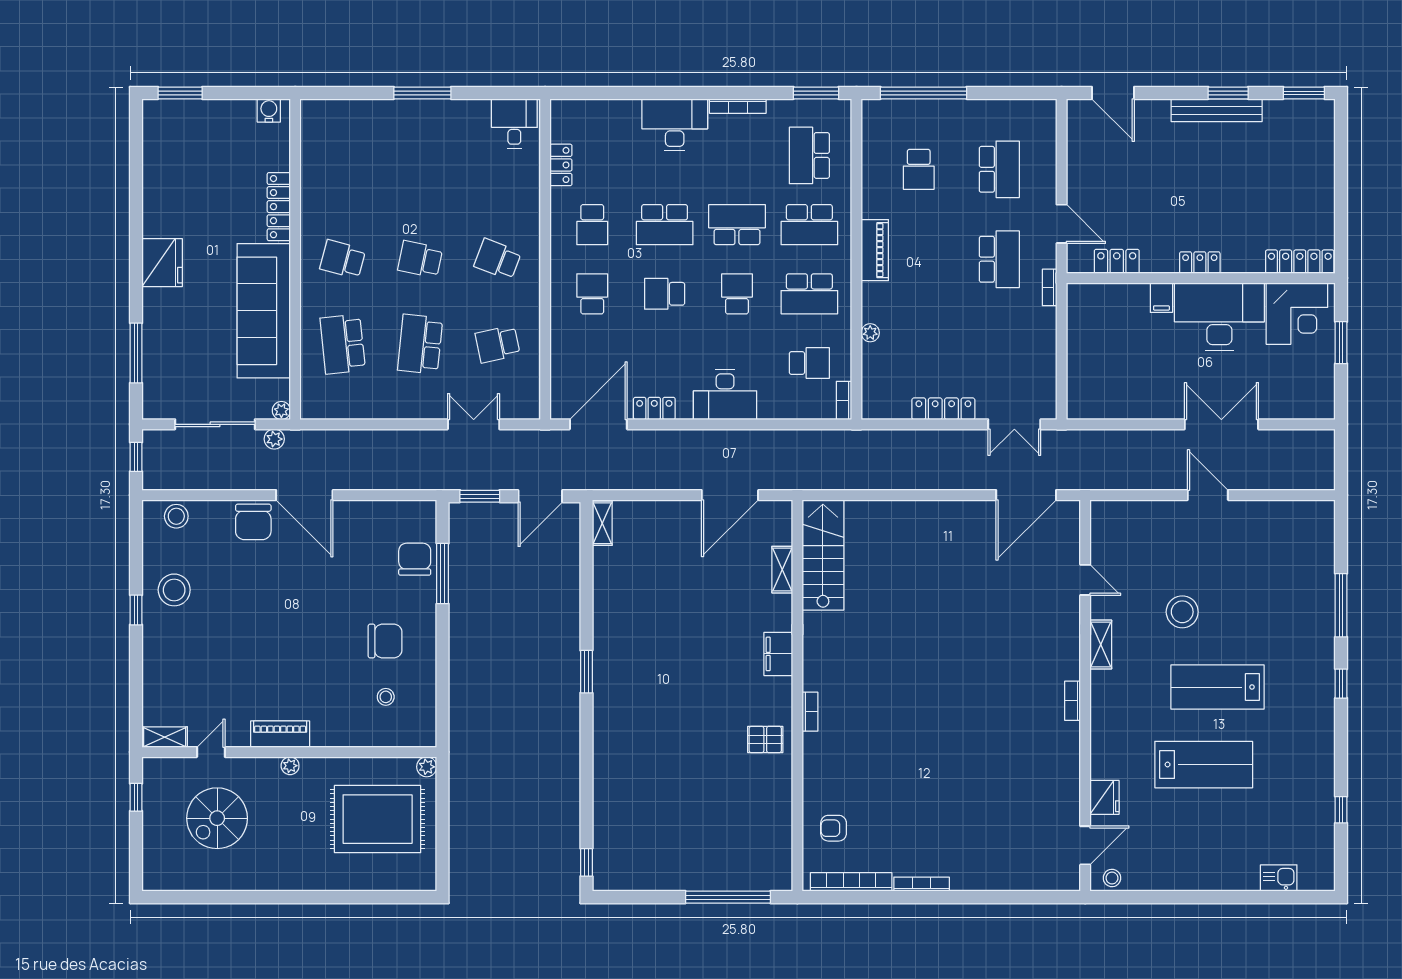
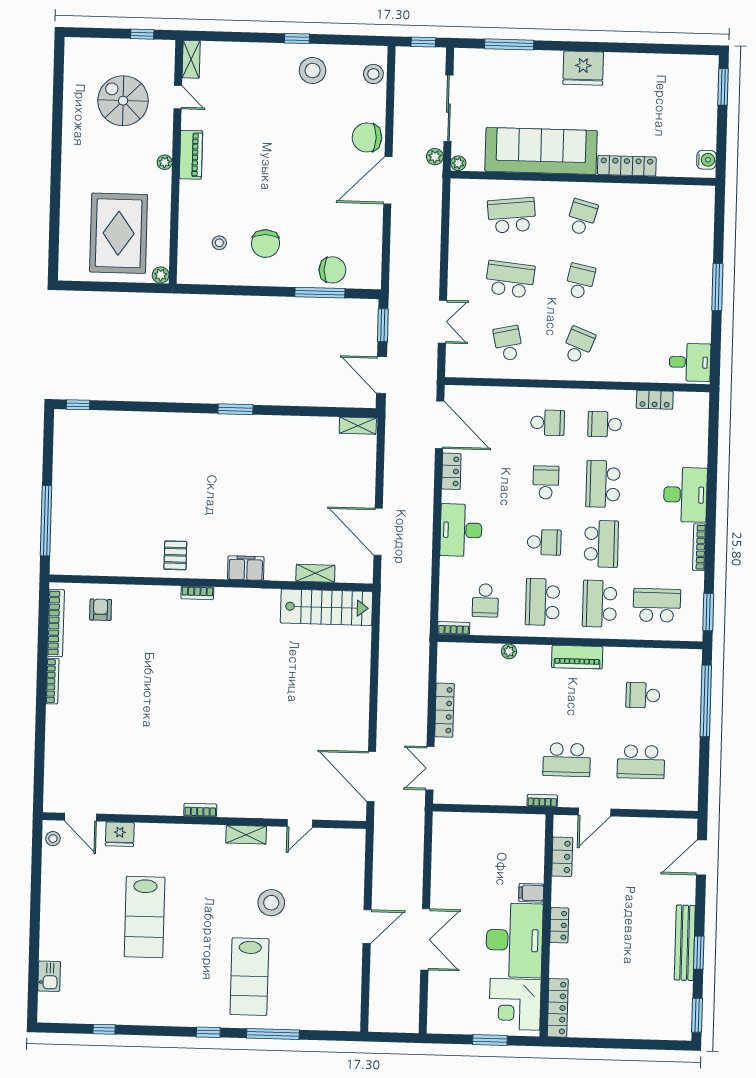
lab bench: (1218, 687) -> (249, 977), moved, turned 180

